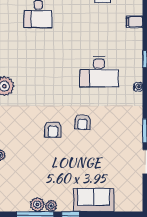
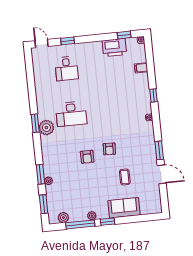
desk: (99, 72) -> (71, 114), moved
coffee table: (99, 160) -> (125, 177), added
plant: (37, 205) -> (63, 218), moved

